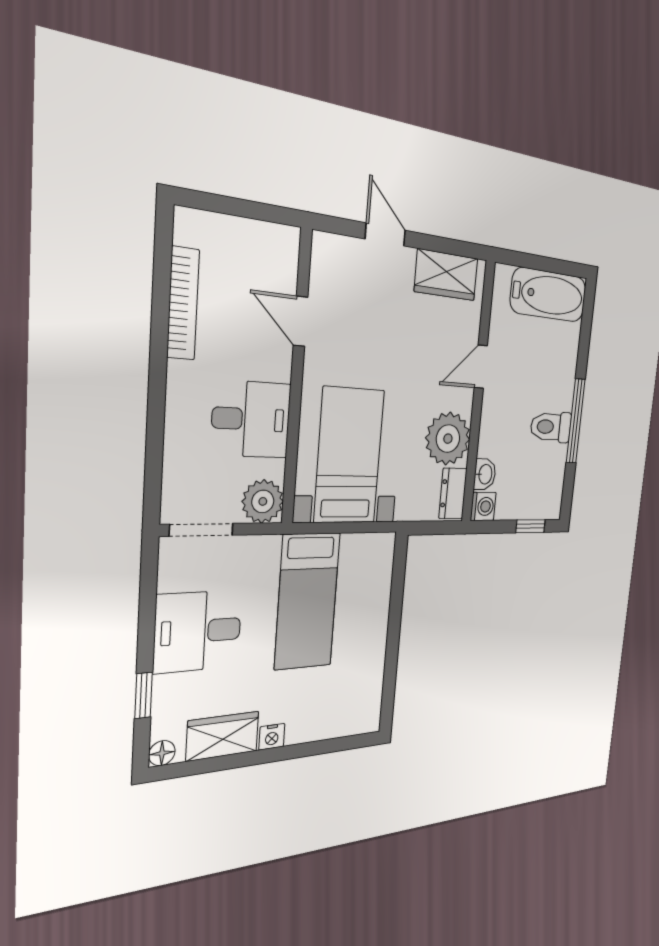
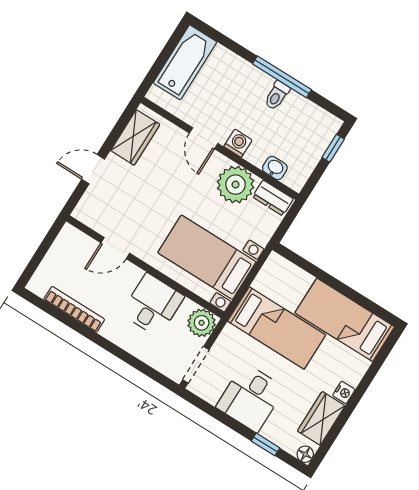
toilet: (551, 427) -> (277, 95), width x0.73, depth x0.72
washing machine: (483, 506) -> (238, 143), moved
bed: (359, 672) -> (345, 320), added

